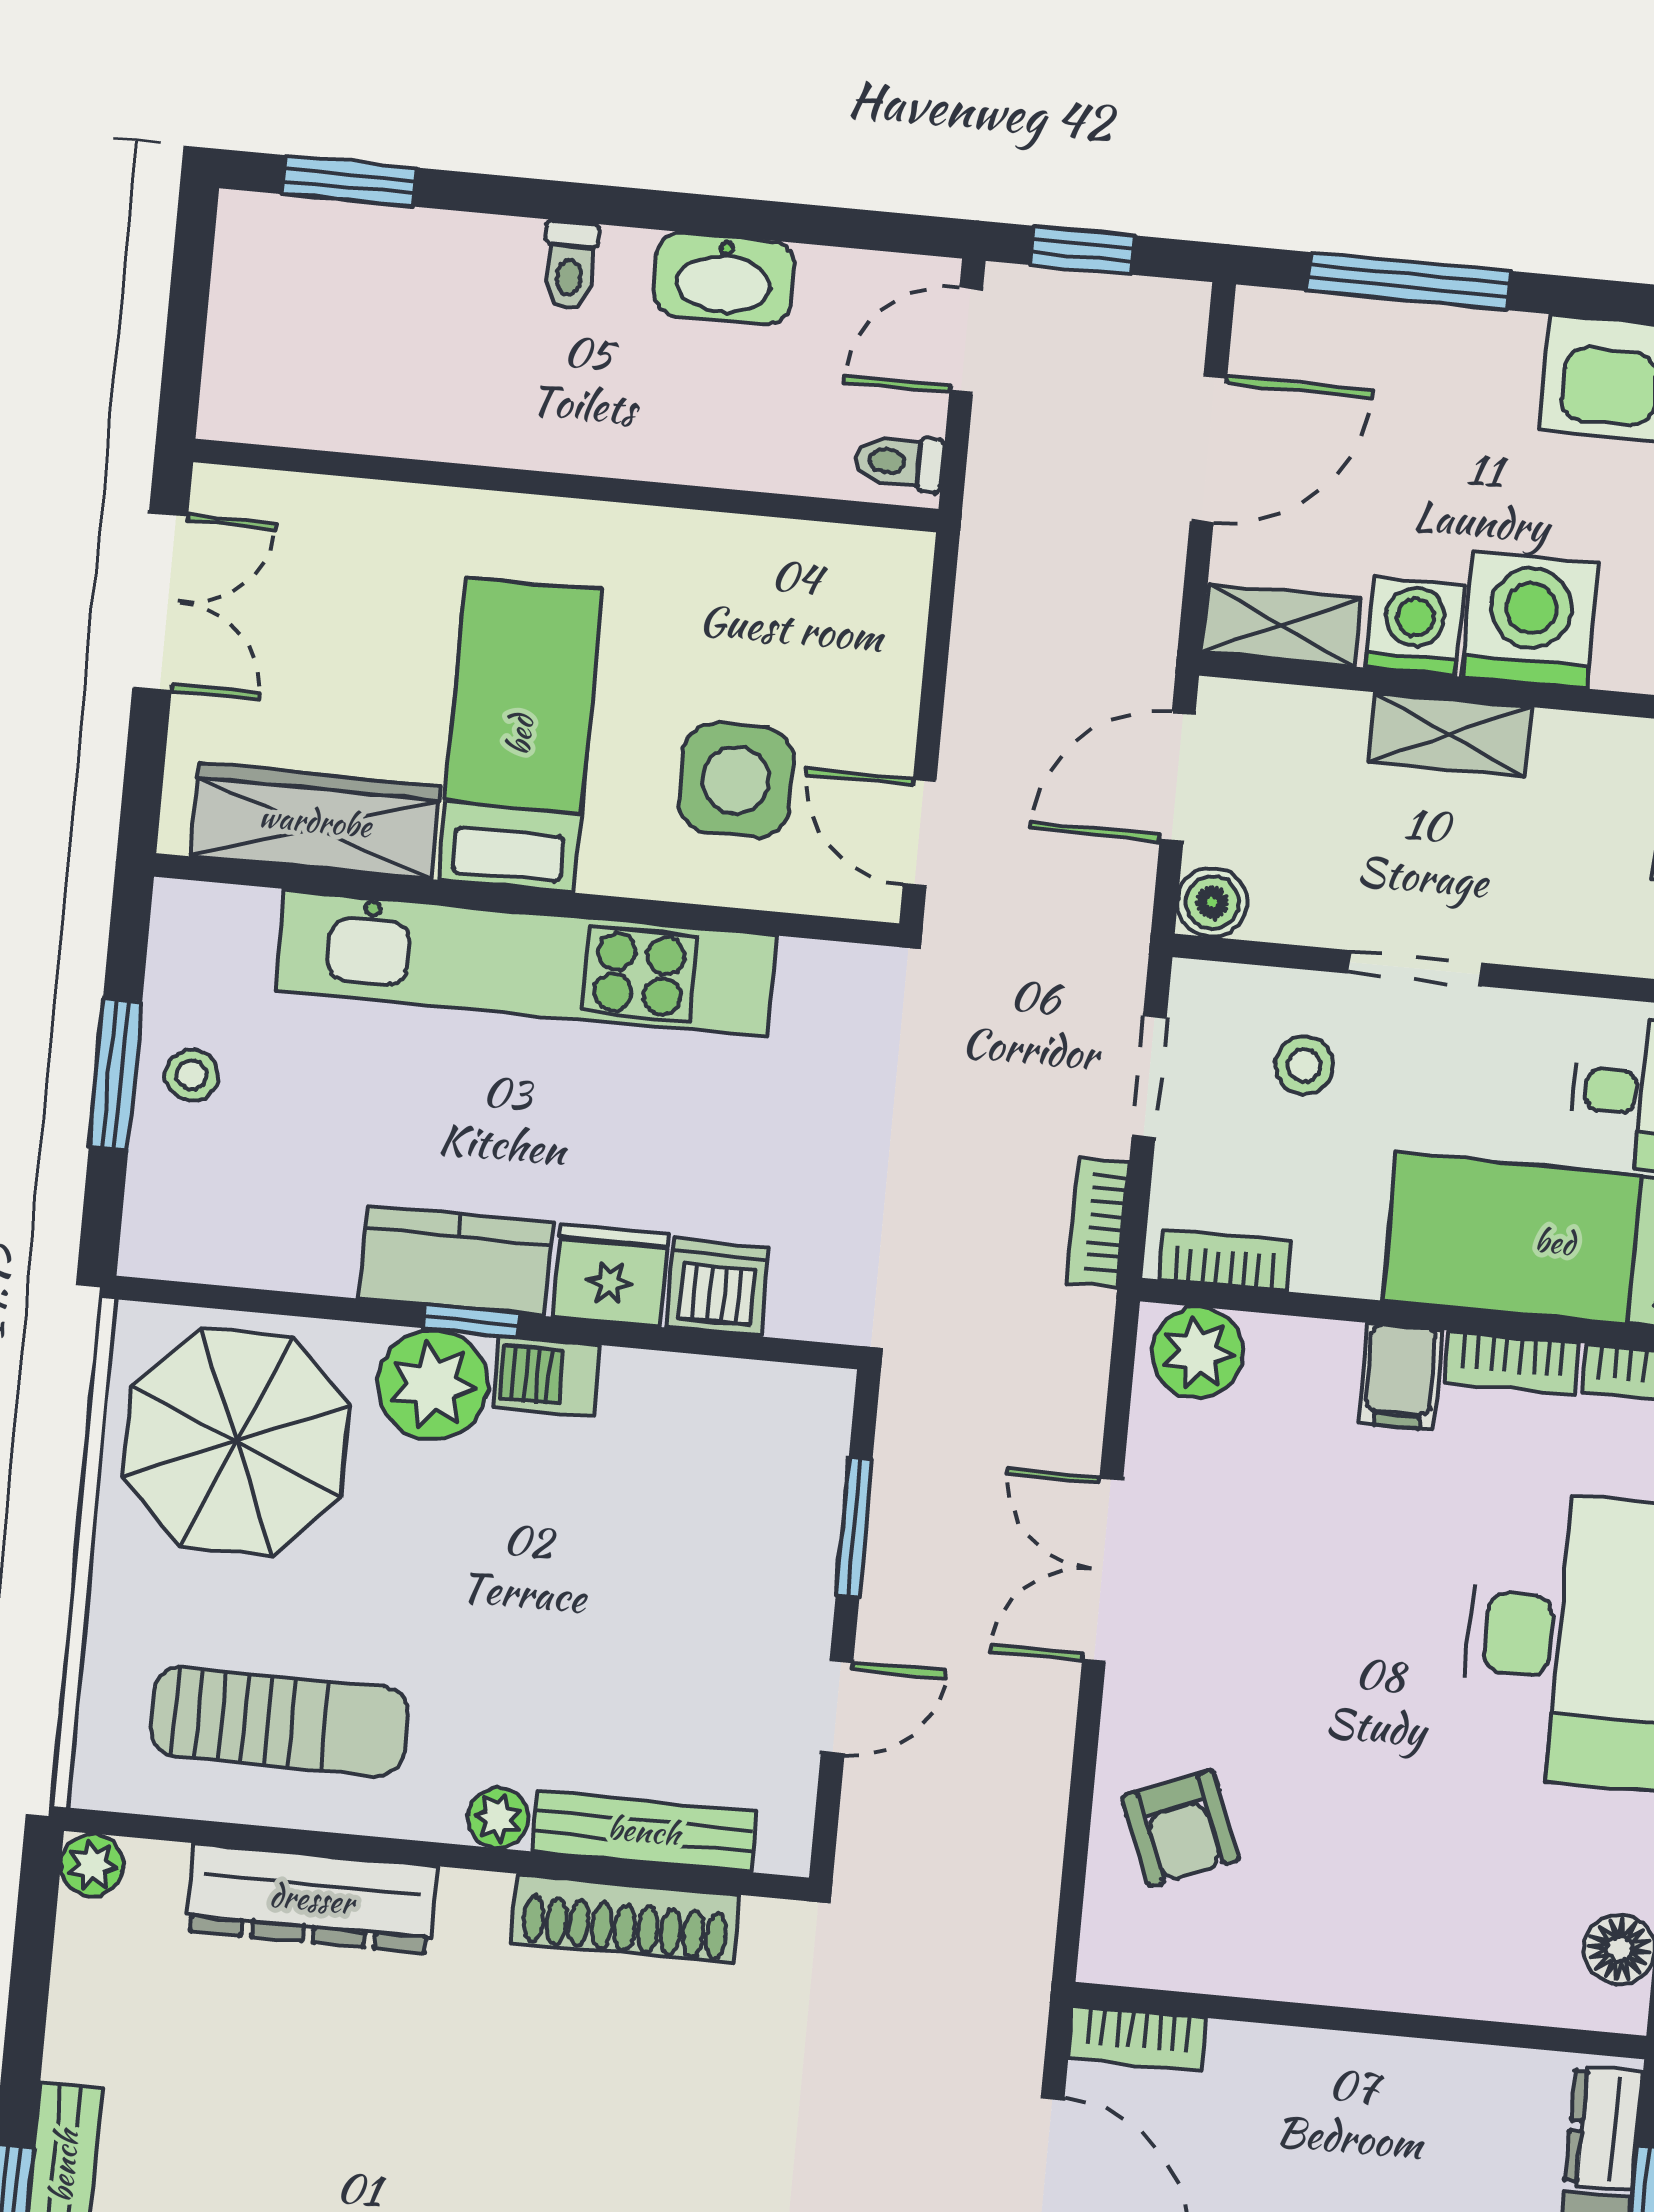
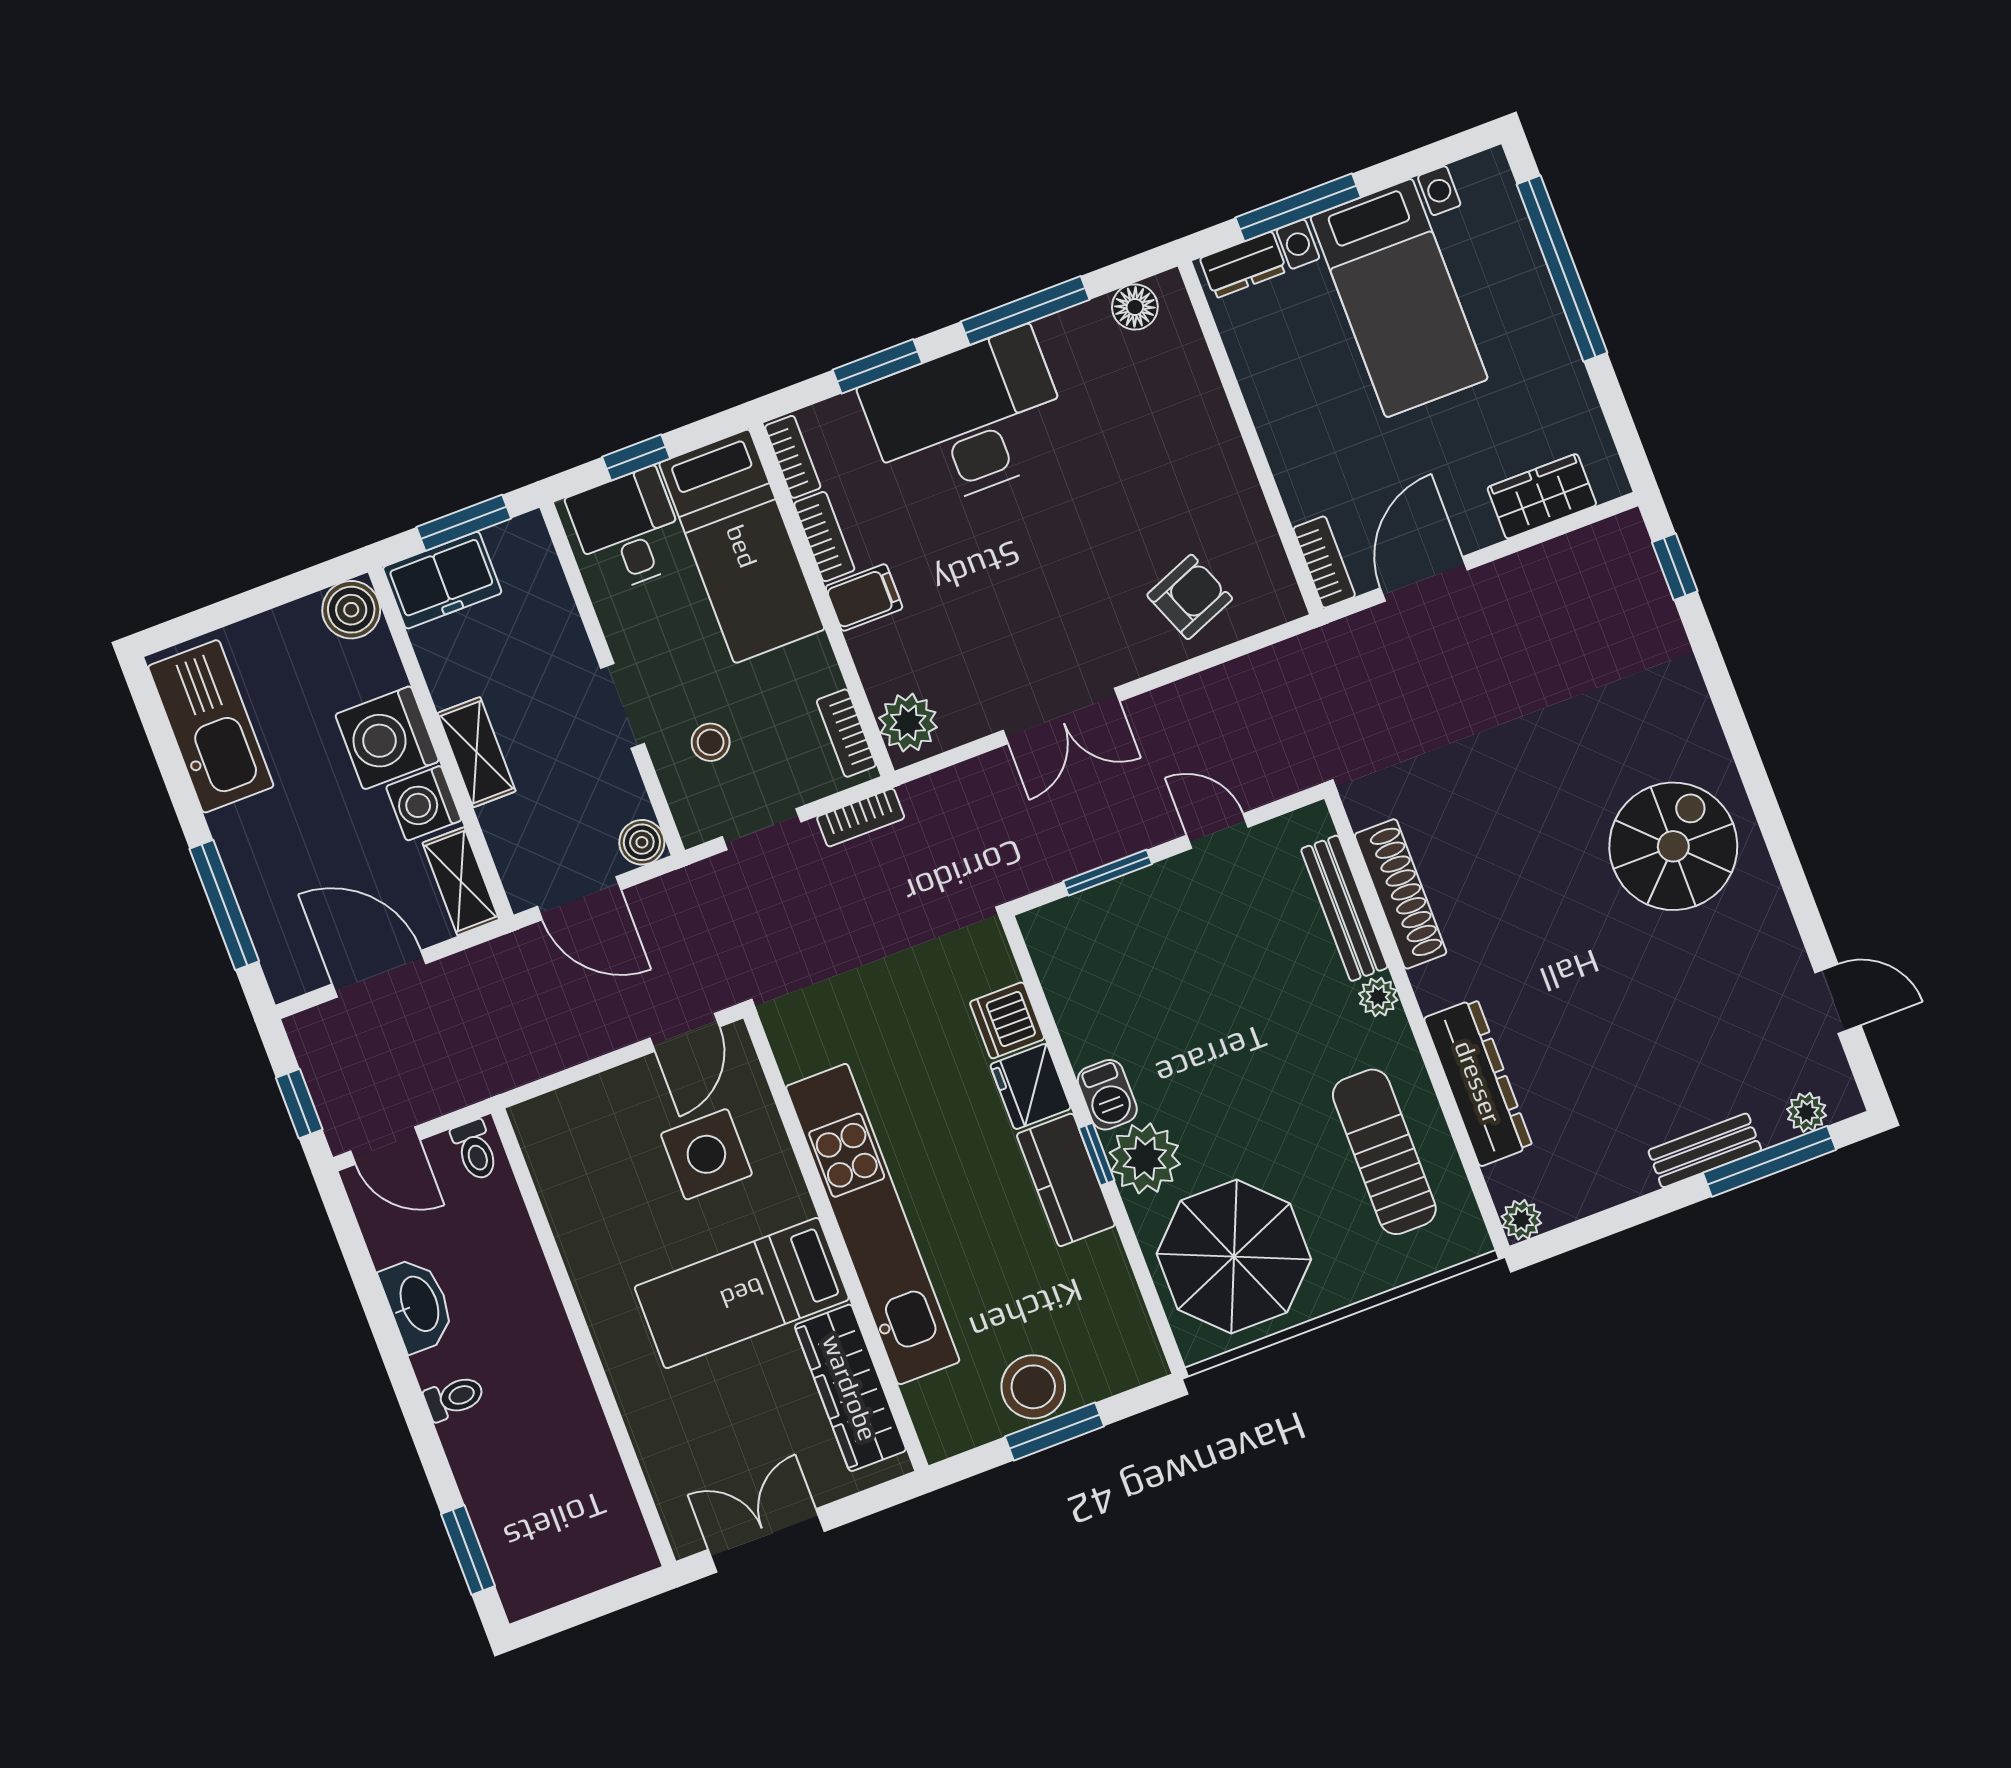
stool: (192, 1075) -> (1033, 1387), width x1.89, depth x1.89

